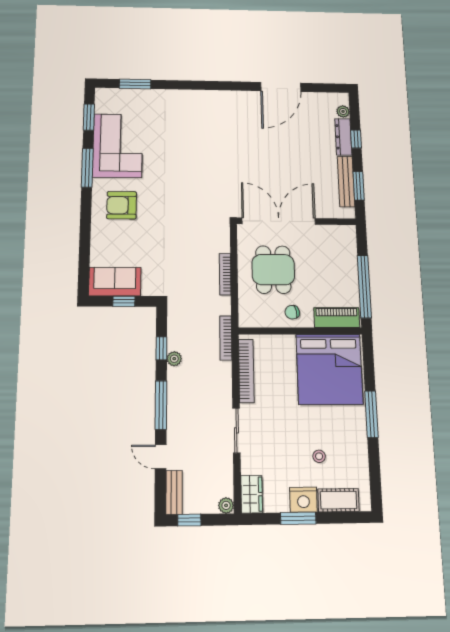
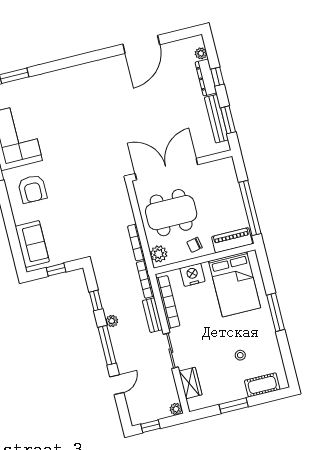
armchair: (122, 205) -> (32, 189), turned -90
dining table: (273, 270) -> (171, 213), width x1.38
bookcase: (225, 274) -> (136, 243), moved
sofa: (115, 282) -> (32, 244), moved, turned 90
plant: (248, 312) -> (159, 254), added
plant: (174, 359) -> (112, 321), moved
bed: (329, 369) -> (235, 284), width x0.73
door: (161, 457) -> (117, 385), swing flipped
bench: (174, 492) -> (152, 315), moved
wardrobe: (252, 494) -> (190, 383), moved
nightstand: (303, 500) -> (192, 275), moved, turned 180

